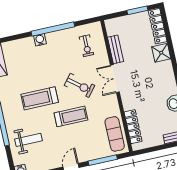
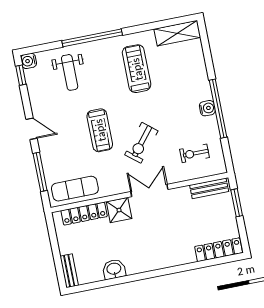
window: (137, 10) -> (237, 203), moved
water cooler: (40, 40) -> (207, 108), moved
bench: (116, 49) -> (209, 188), moved
shower: (161, 53) -> (119, 210), moved
treadmill: (40, 98) -> (137, 69), moved

